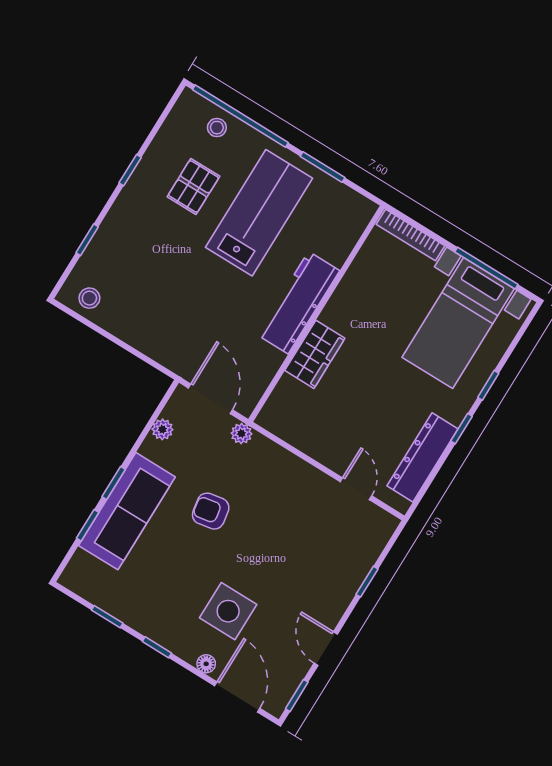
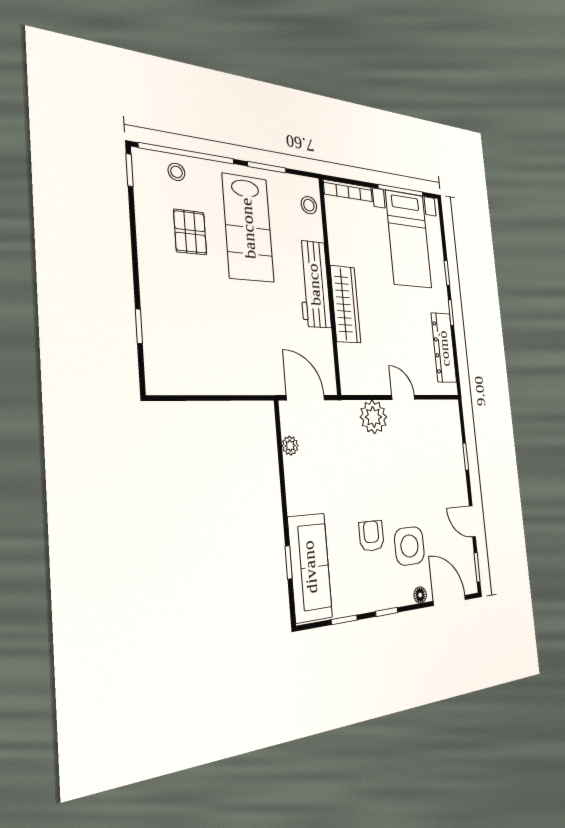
window: (130, 170) -> (130, 170), moved
lab bench: (259, 213) -> (248, 228), turned 180
stool: (89, 298) -> (309, 205), moved
wardrobe: (315, 354) -> (345, 304), width x1.50
plant: (241, 434) -> (373, 417), moved, width x1.88, depth x1.88
window: (114, 483) -> (285, 514), removed
door: (356, 489) -> (403, 397), moved
sofa: (127, 511) -> (310, 567), moved
armchair: (211, 511) -> (371, 536), moved, turned 100

